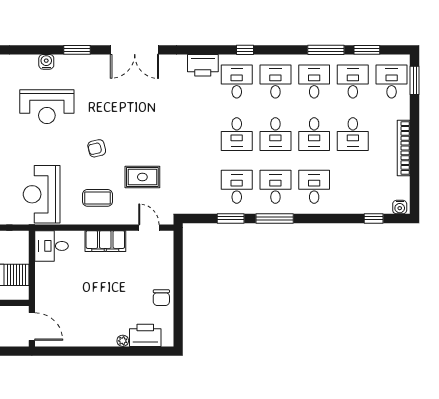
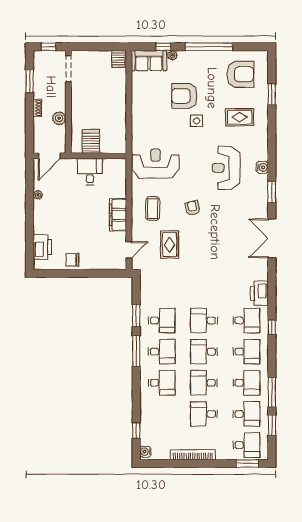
desk: (52, 246) -> (90, 172), moved
plant: (123, 341) -> (38, 195), moved

